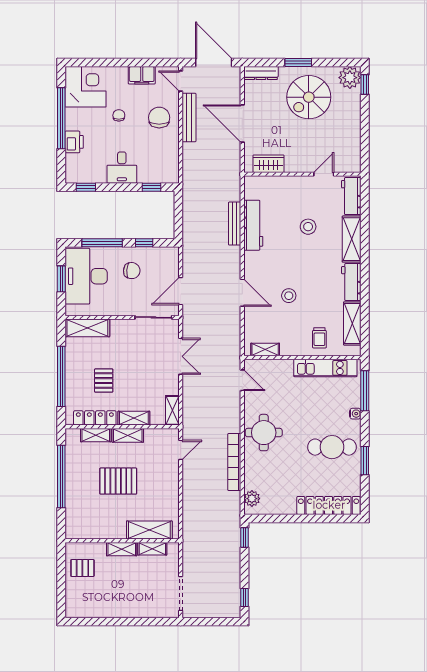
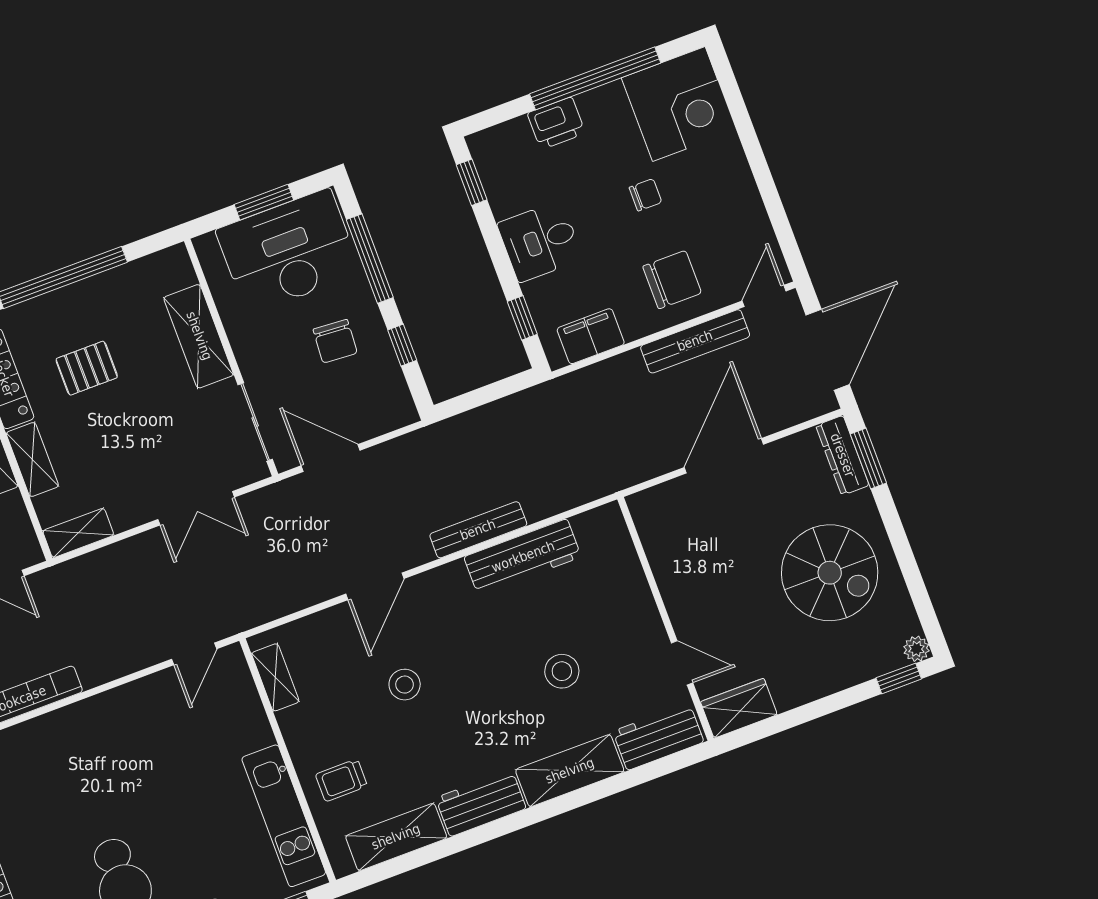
window: (298, 63) -> (868, 459), moved
filing cabinet: (142, 75) -> (591, 336), moved, turned 90
plant: (350, 78) -> (916, 649), width x0.53, depth x0.53
spiral stairs: (309, 97) -> (830, 573), turned 180
wardrobe: (269, 164) -> (739, 708), moved, turned -90
bench: (235, 224) -> (478, 530), moved
shelving: (87, 328) -> (199, 336), moved
round table: (264, 433) -> (103, 739), removed

